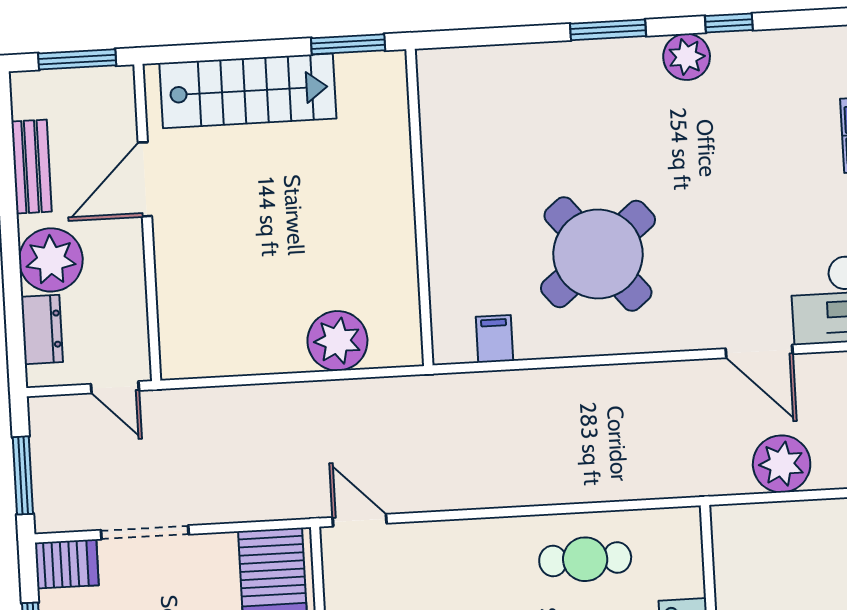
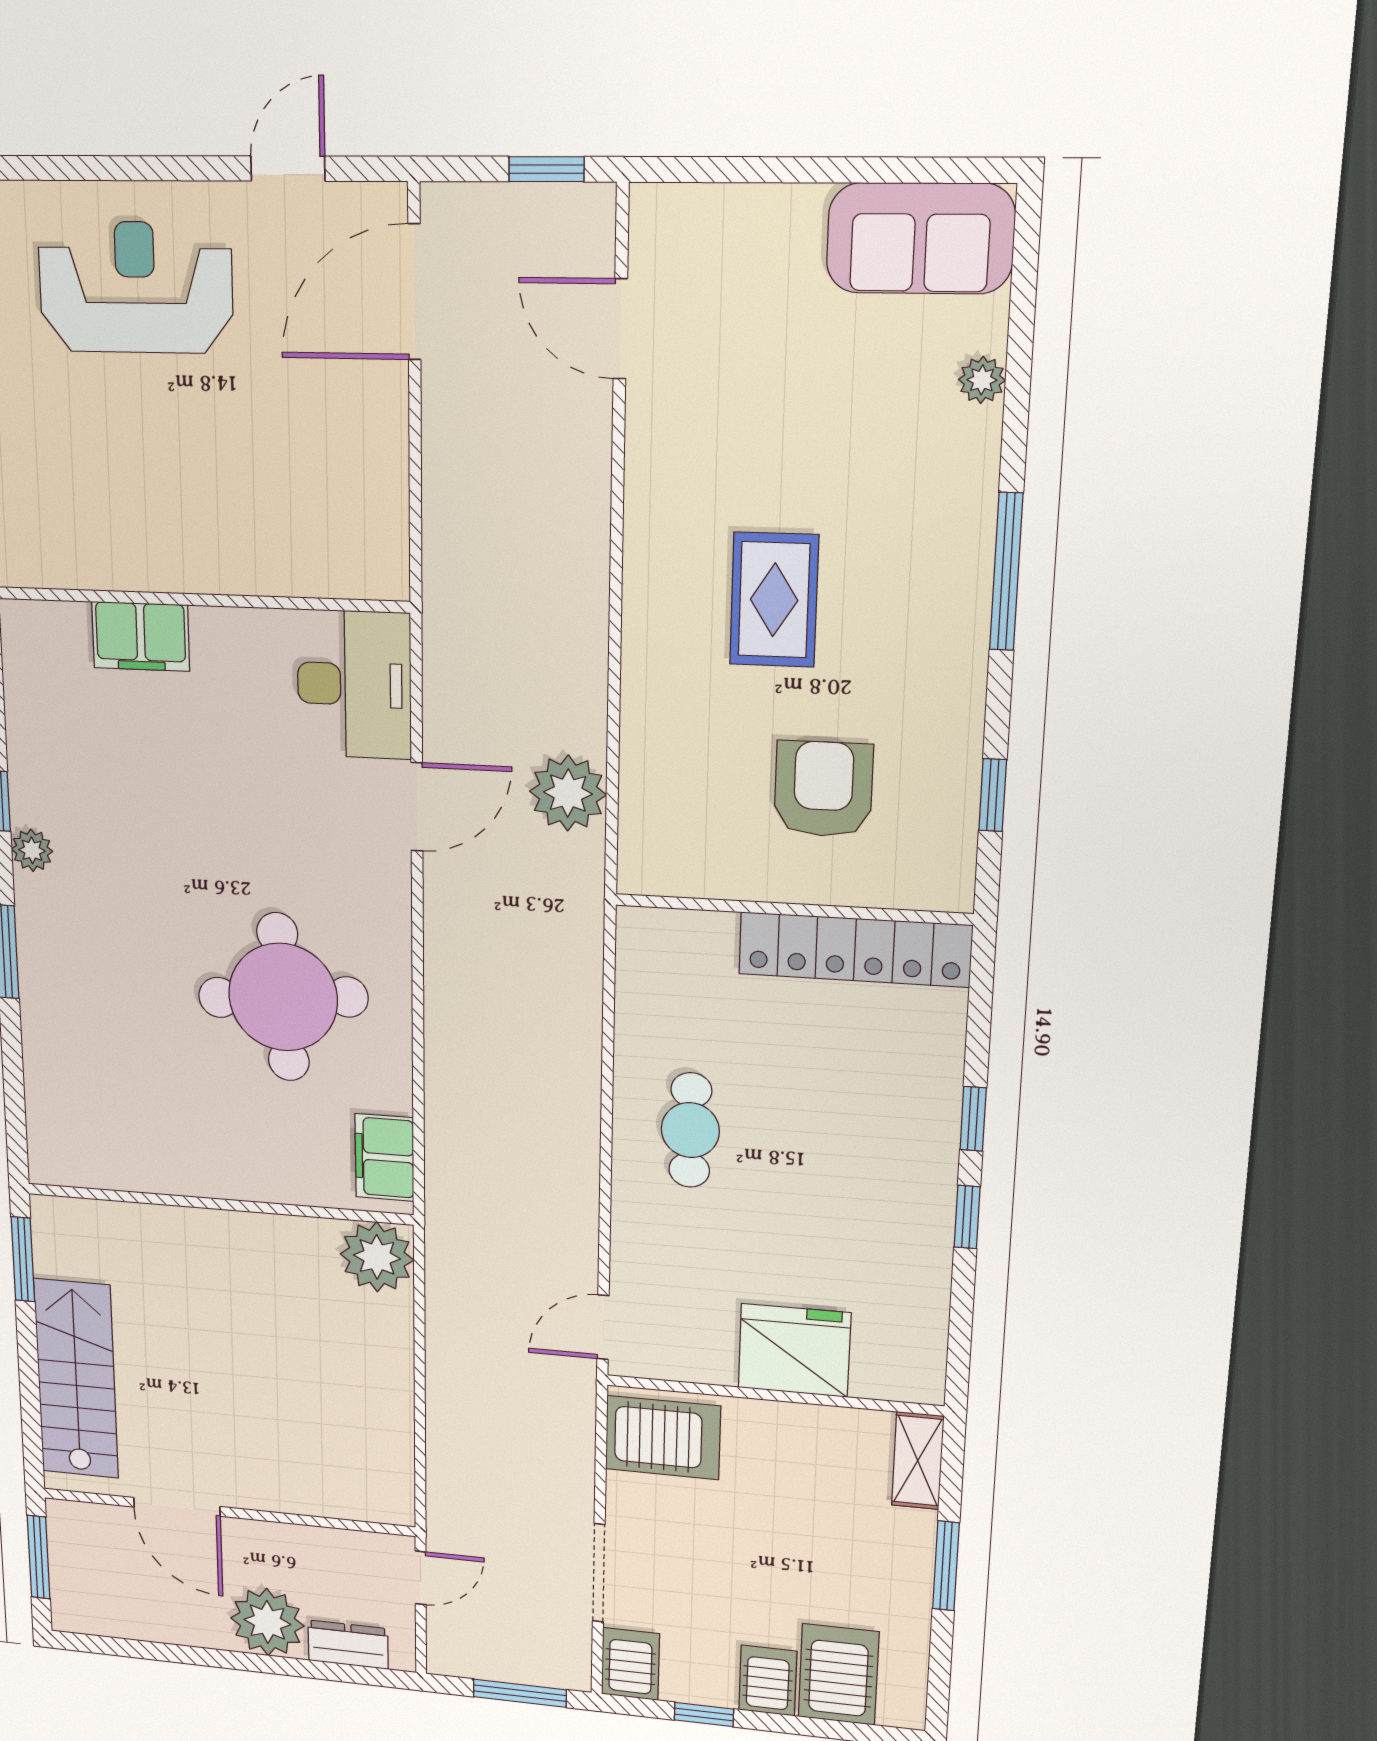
plant: (687, 57) -> (32, 850), width x0.73, depth x0.73
bench: (31, 167) -> (159, 1625), removed
round table: (598, 254) -> (283, 997), turned 35
filing cabinet: (494, 339) -> (384, 1157), width x2.00
plant: (337, 341) -> (377, 1257), moved
cafe table: (585, 559) -> (690, 1130), moved

